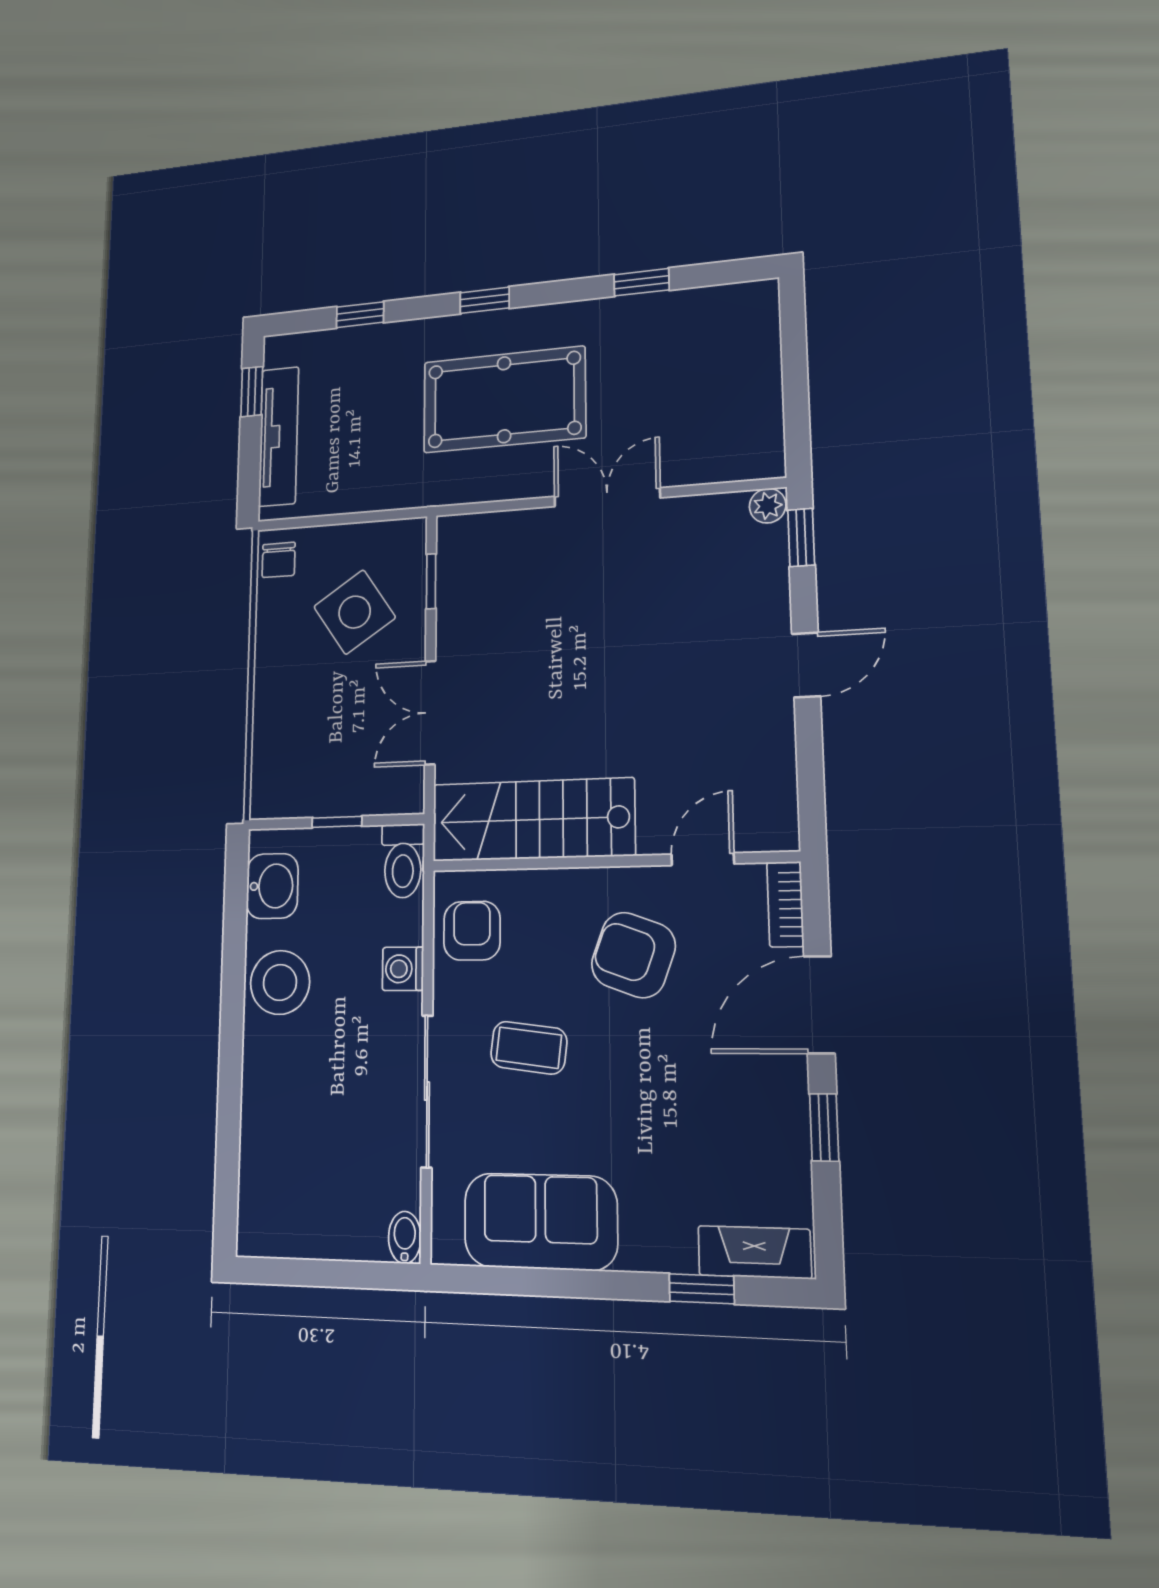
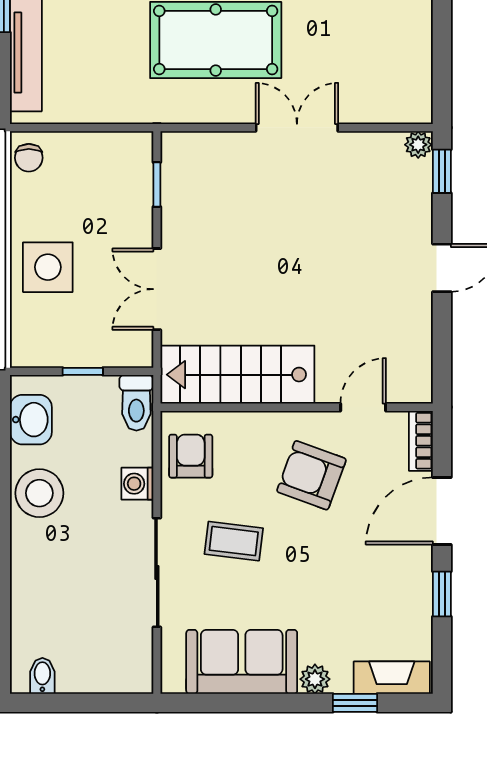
side table: (355, 612) -> (48, 267), moved, turned 34
bidet: (405, 1237) -> (42, 676), moved
plant: (643, 1250) -> (315, 679), added

